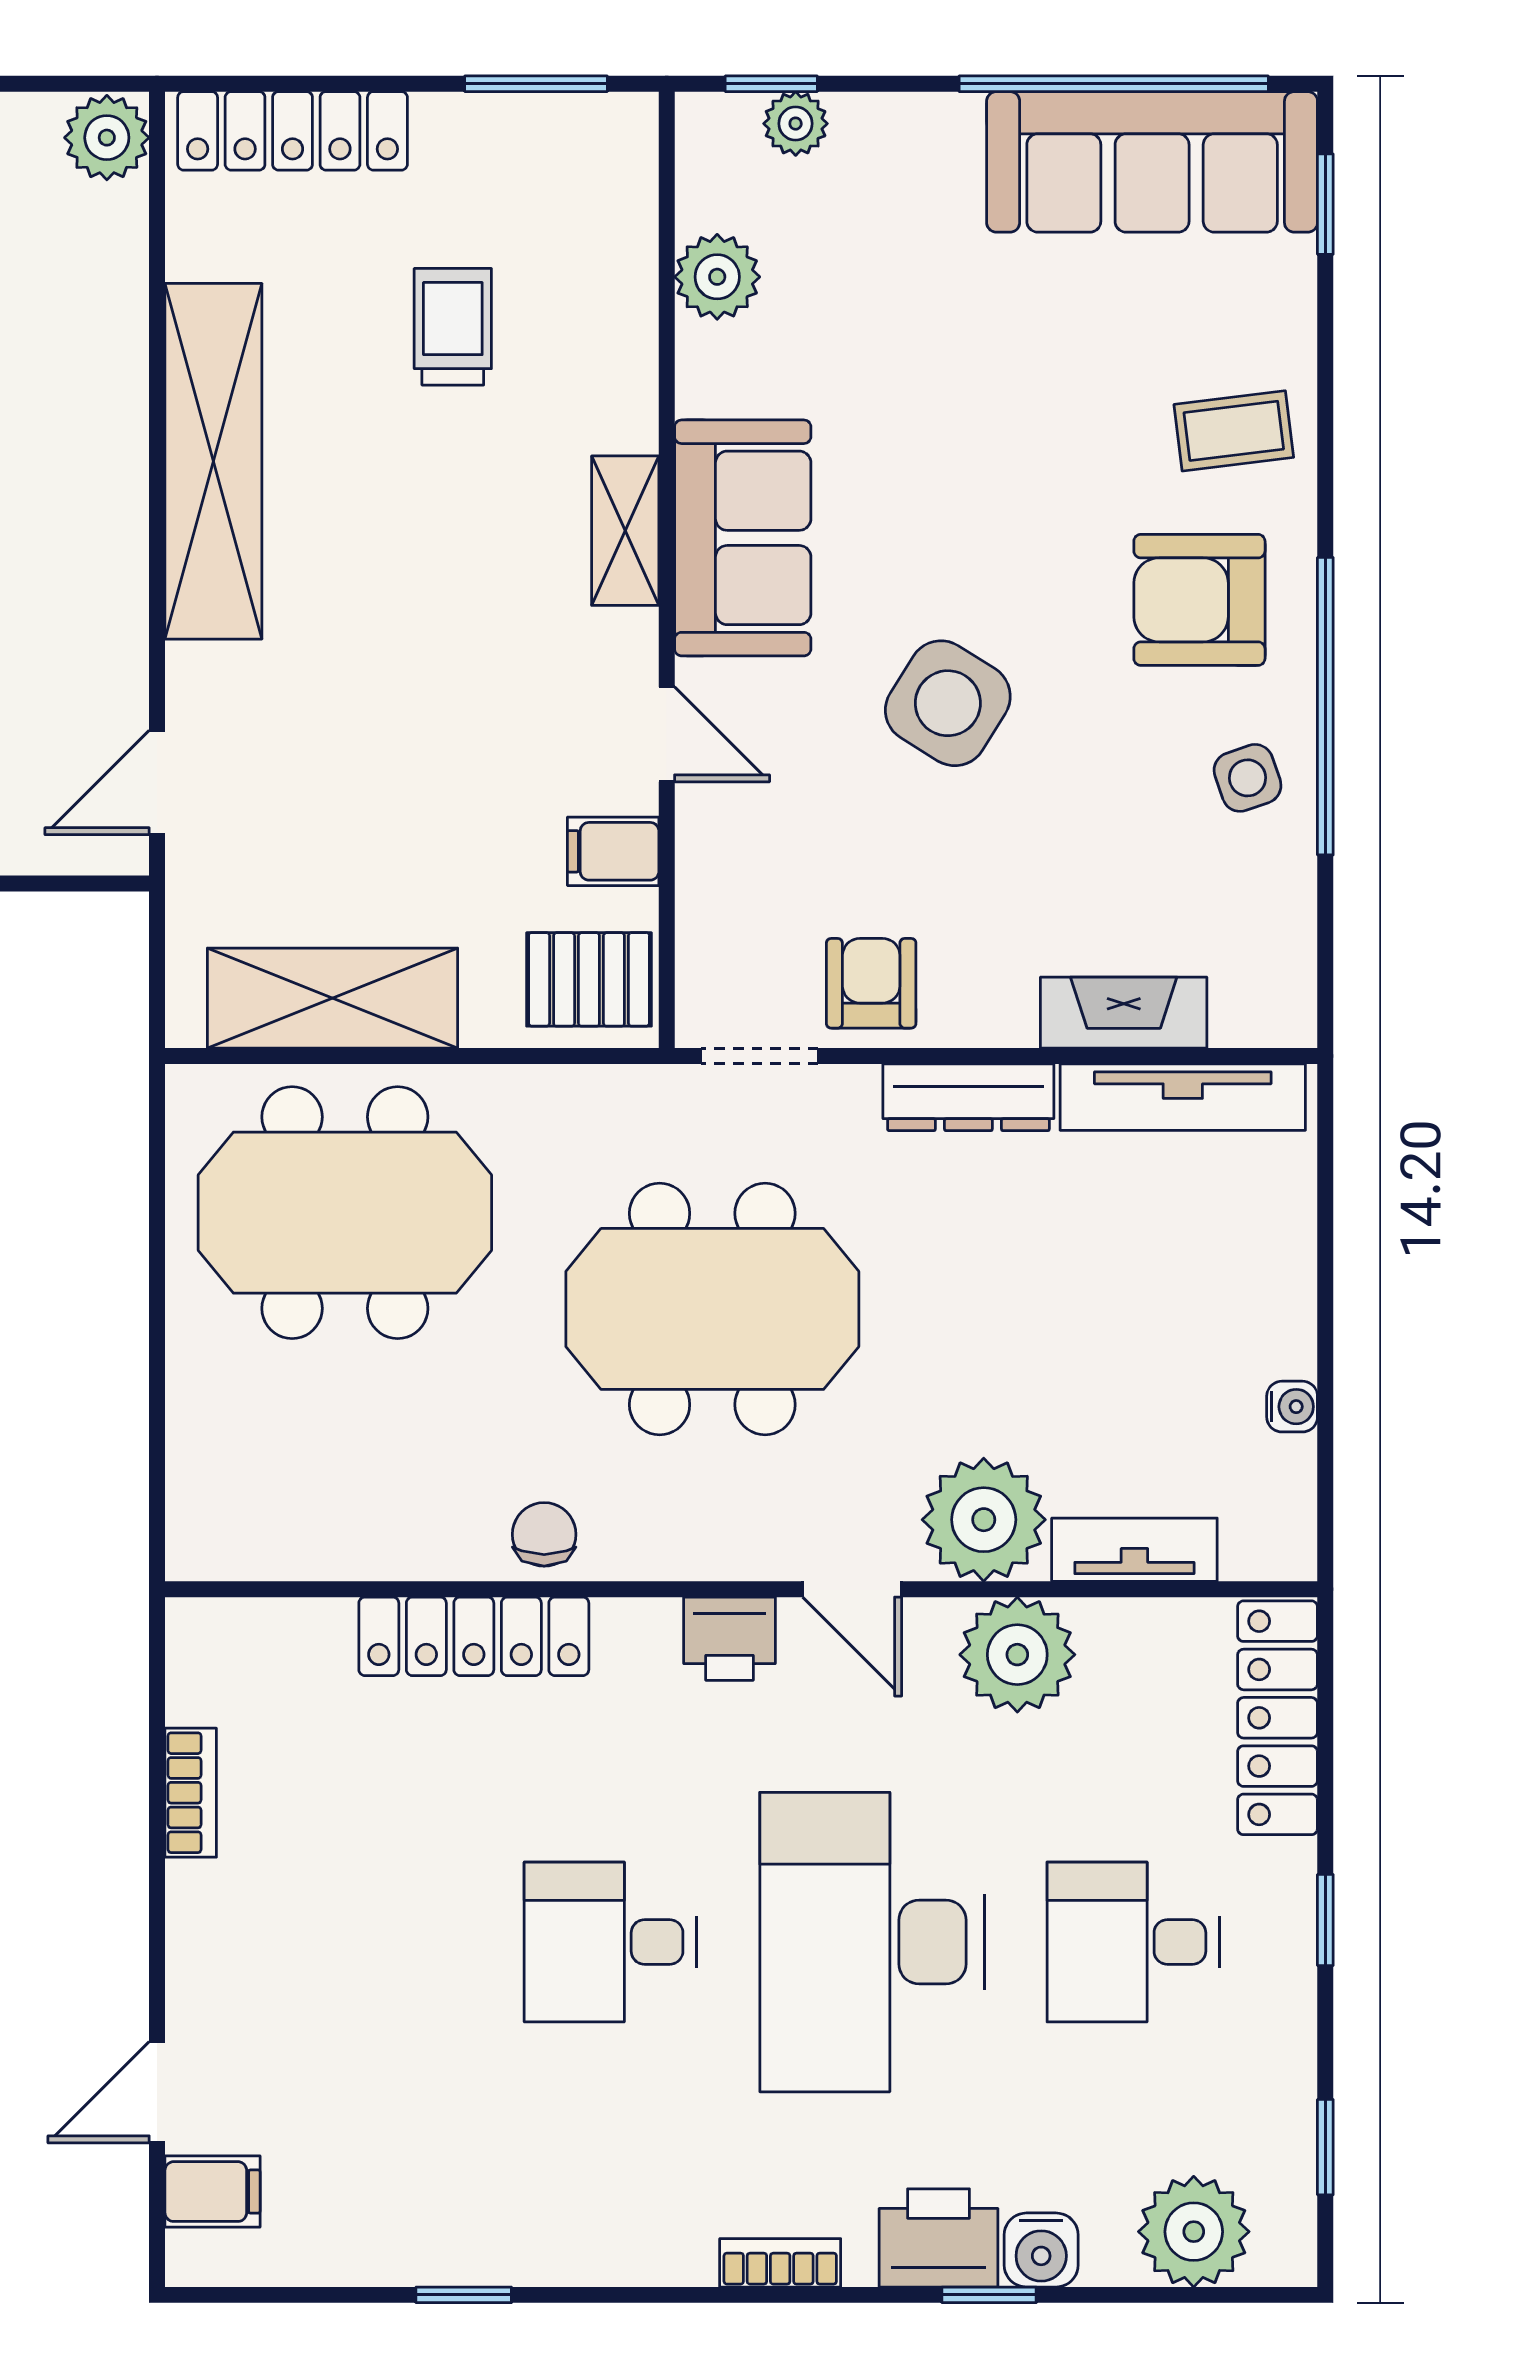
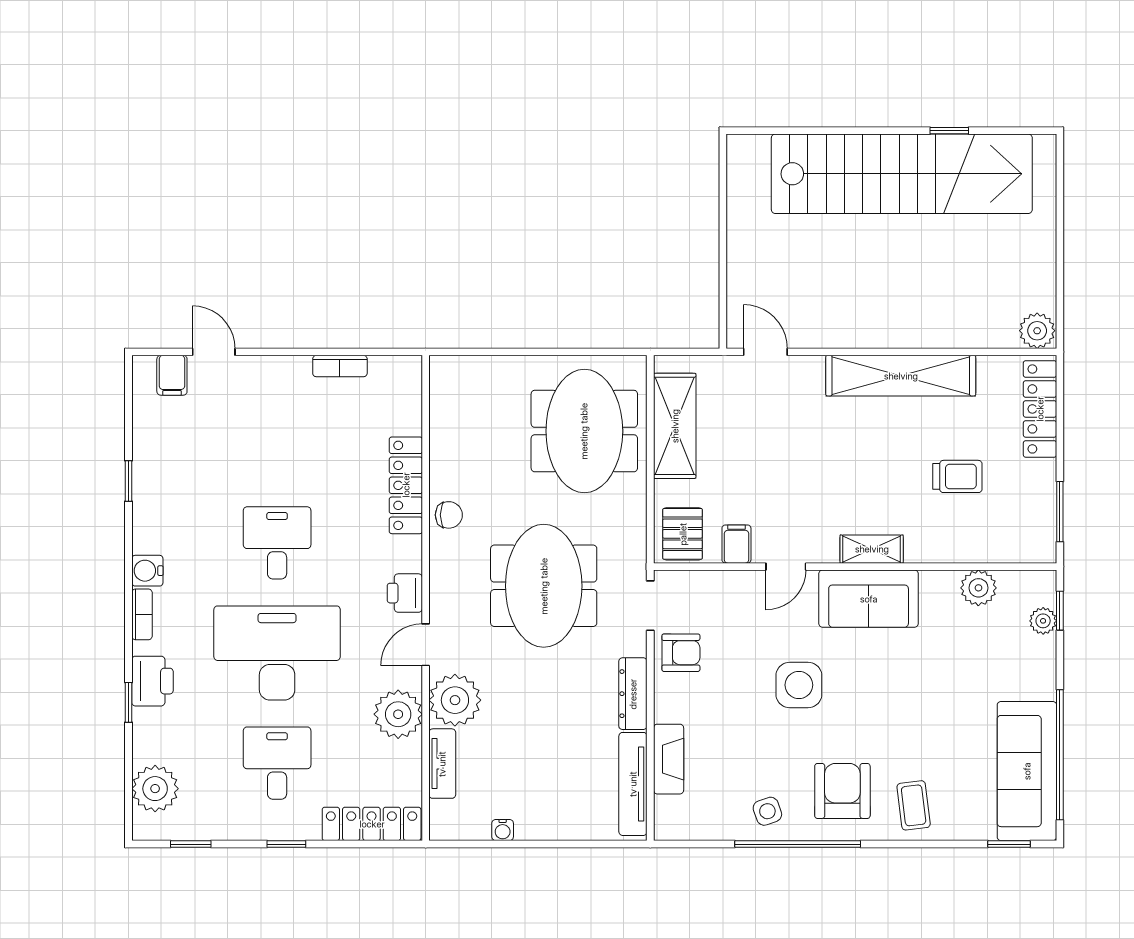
side table: (948, 703) -> (799, 685), turned -32
water cooler: (1041, 2250) -> (147, 571), moved

